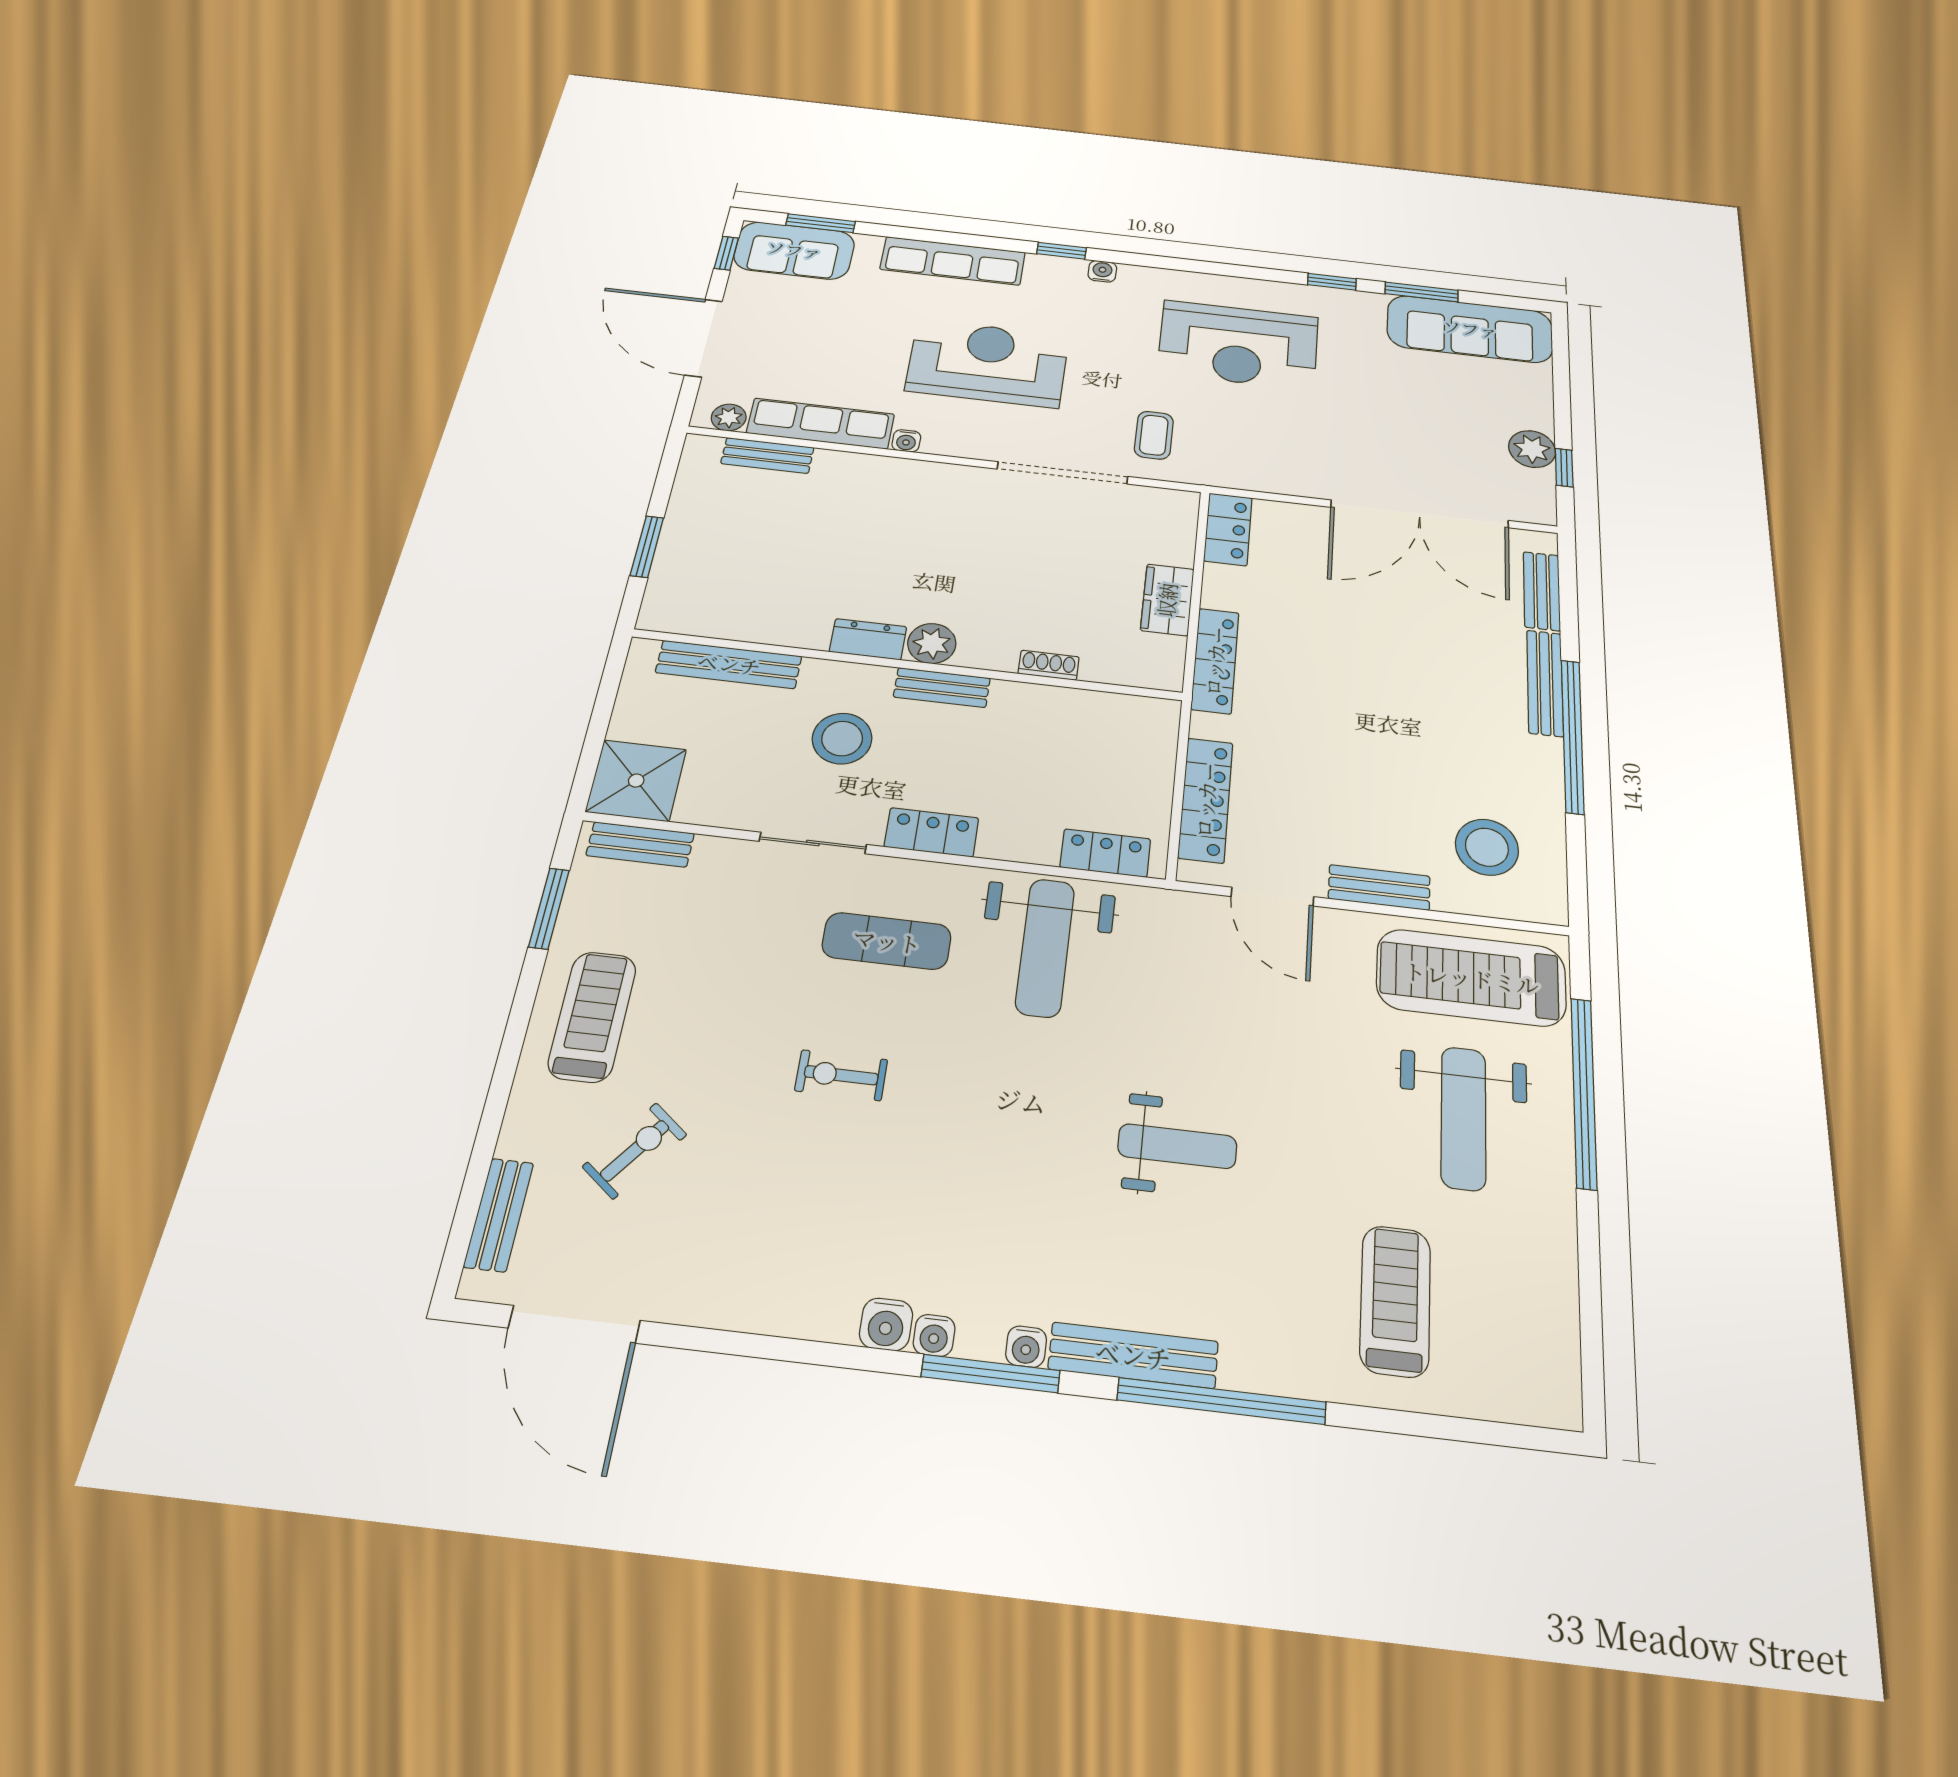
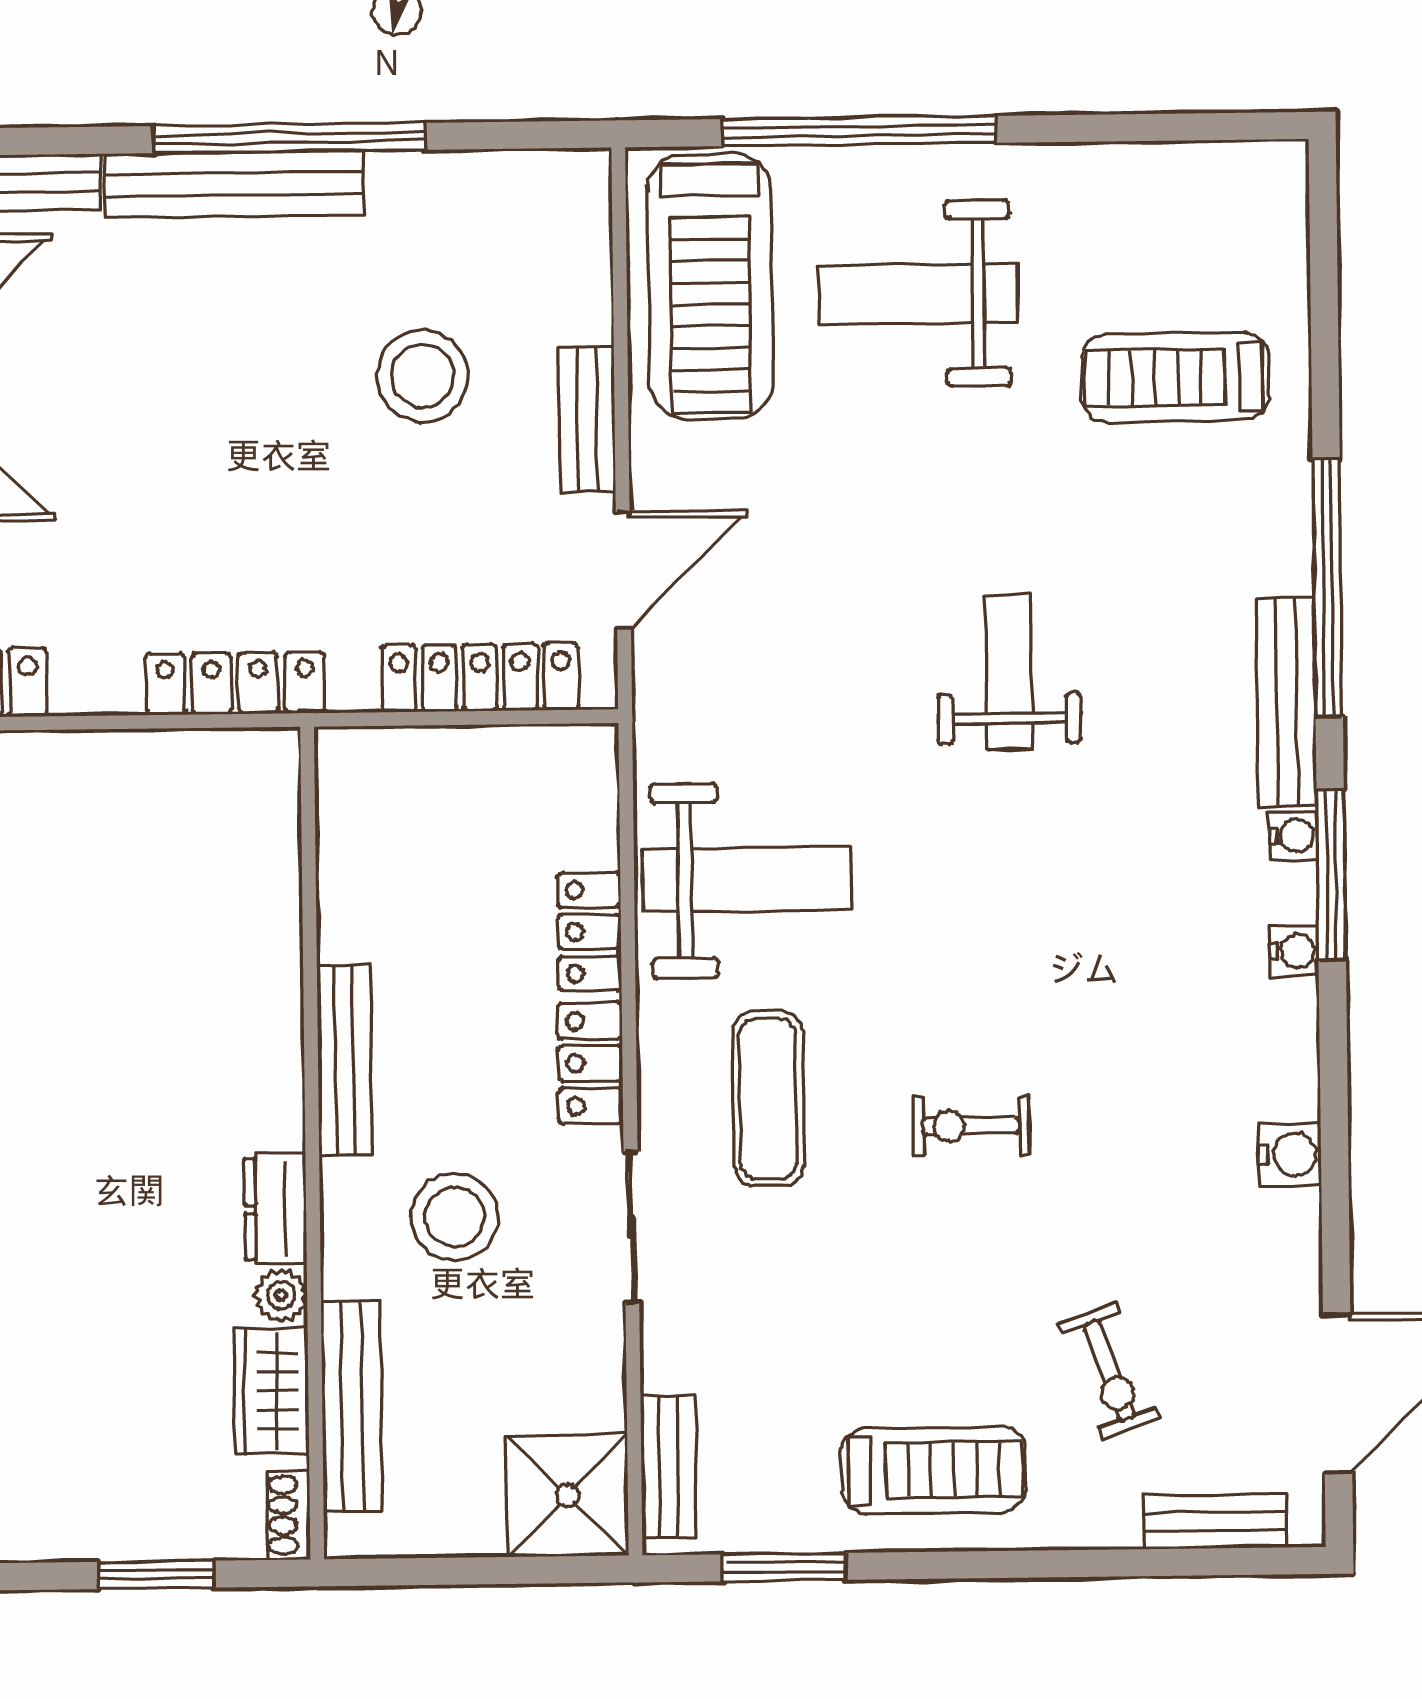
wardrobe: (1167, 600) -> (272, 1391), moved, turned 90
plant: (932, 643) -> (281, 1295), moved, width x0.73, depth x0.73
shoe rack: (1049, 665) -> (288, 1515), moved
bench: (1545, 683) -> (234, 184), width x1.37, depth x1.21
bench: (942, 688) -> (344, 1060), width x1.36
stool: (1487, 847) -> (423, 376), moved
locker: (1105, 853) -> (590, 932), moved
treadmill: (592, 1016) -> (934, 1470), turned 180
exercise bike: (841, 1075) -> (971, 1126), turned 90
weight bench: (1463, 1118) -> (918, 294), turned 180
exercise bike: (635, 1151) -> (1109, 1371), turned -148
water cooler: (886, 1324) -> (1290, 1154), moved

